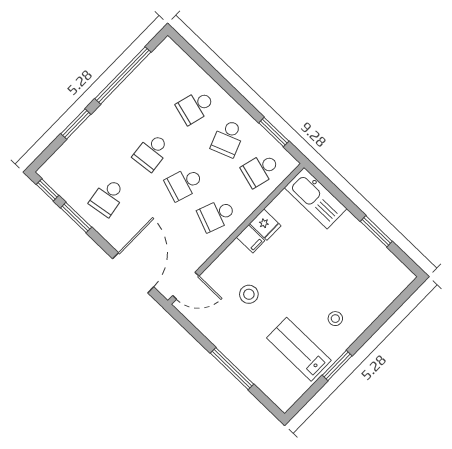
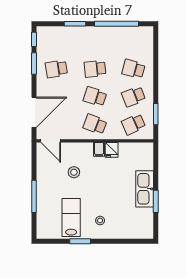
school desk: (260, 170) -> (134, 124), turned -39
kitchen sink: (316, 198) -> (145, 189), moved

